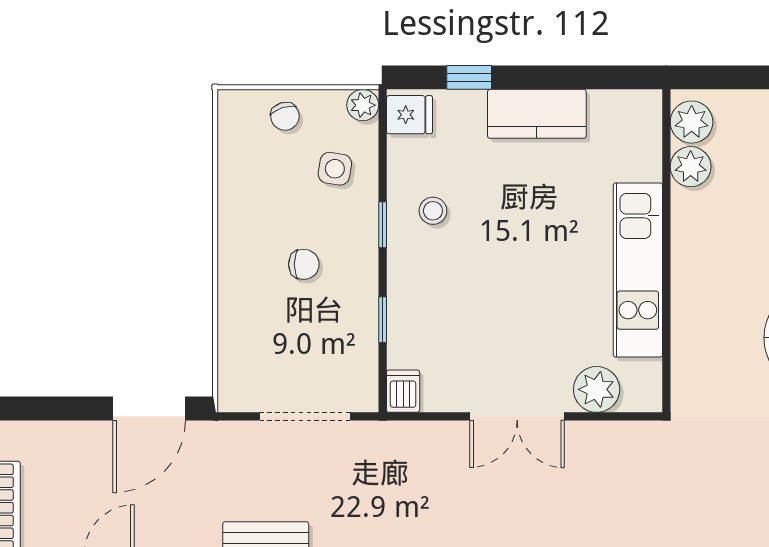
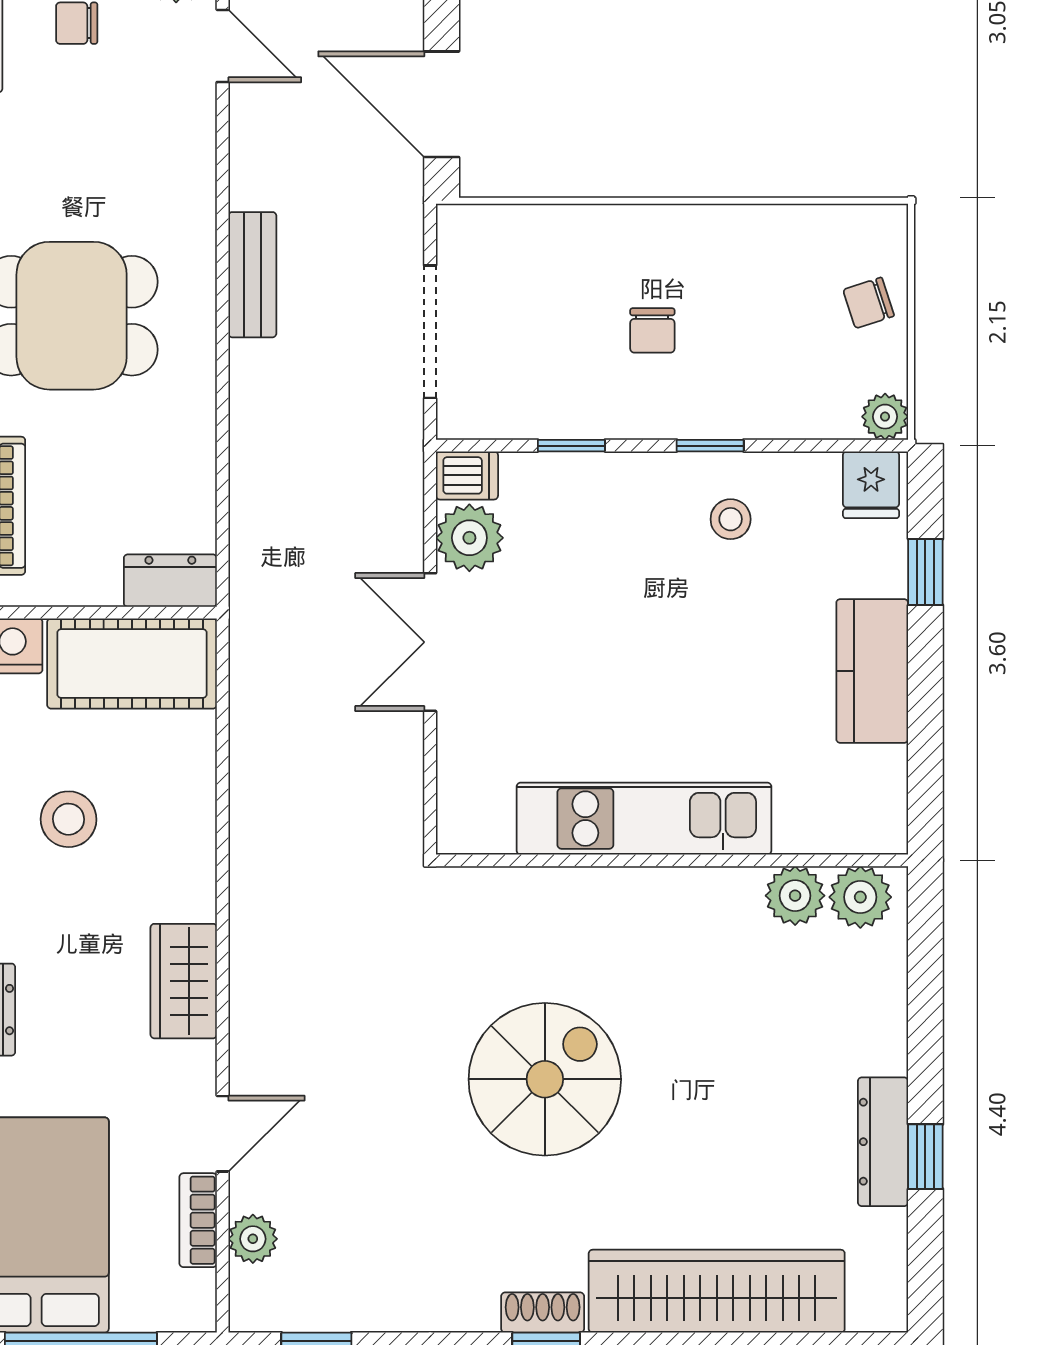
side table: (335, 169) -> (792, 376), removed
plant: (597, 389) -> (469, 538), moved

